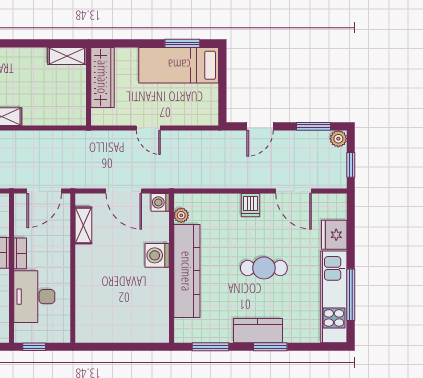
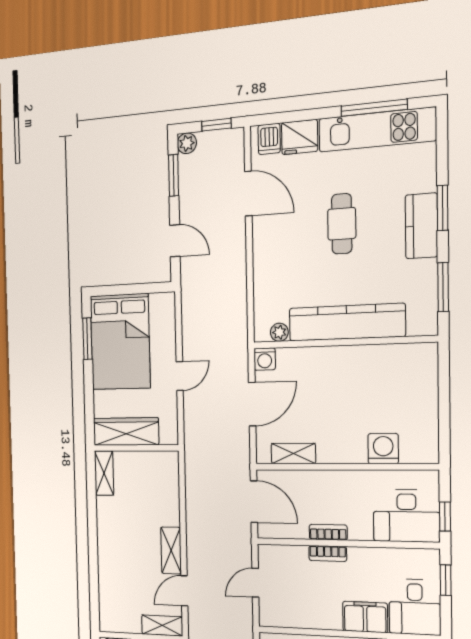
bed: (179, 65) -> (120, 342), width x1.50
door: (294, 191) -> (248, 193), hinge flipped
dishwasher: (250, 205) -> (269, 139), moved, turned 90
washing machine: (157, 255) -> (383, 449), moved, turned 180
desk: (34, 297) -> (406, 516), moved

